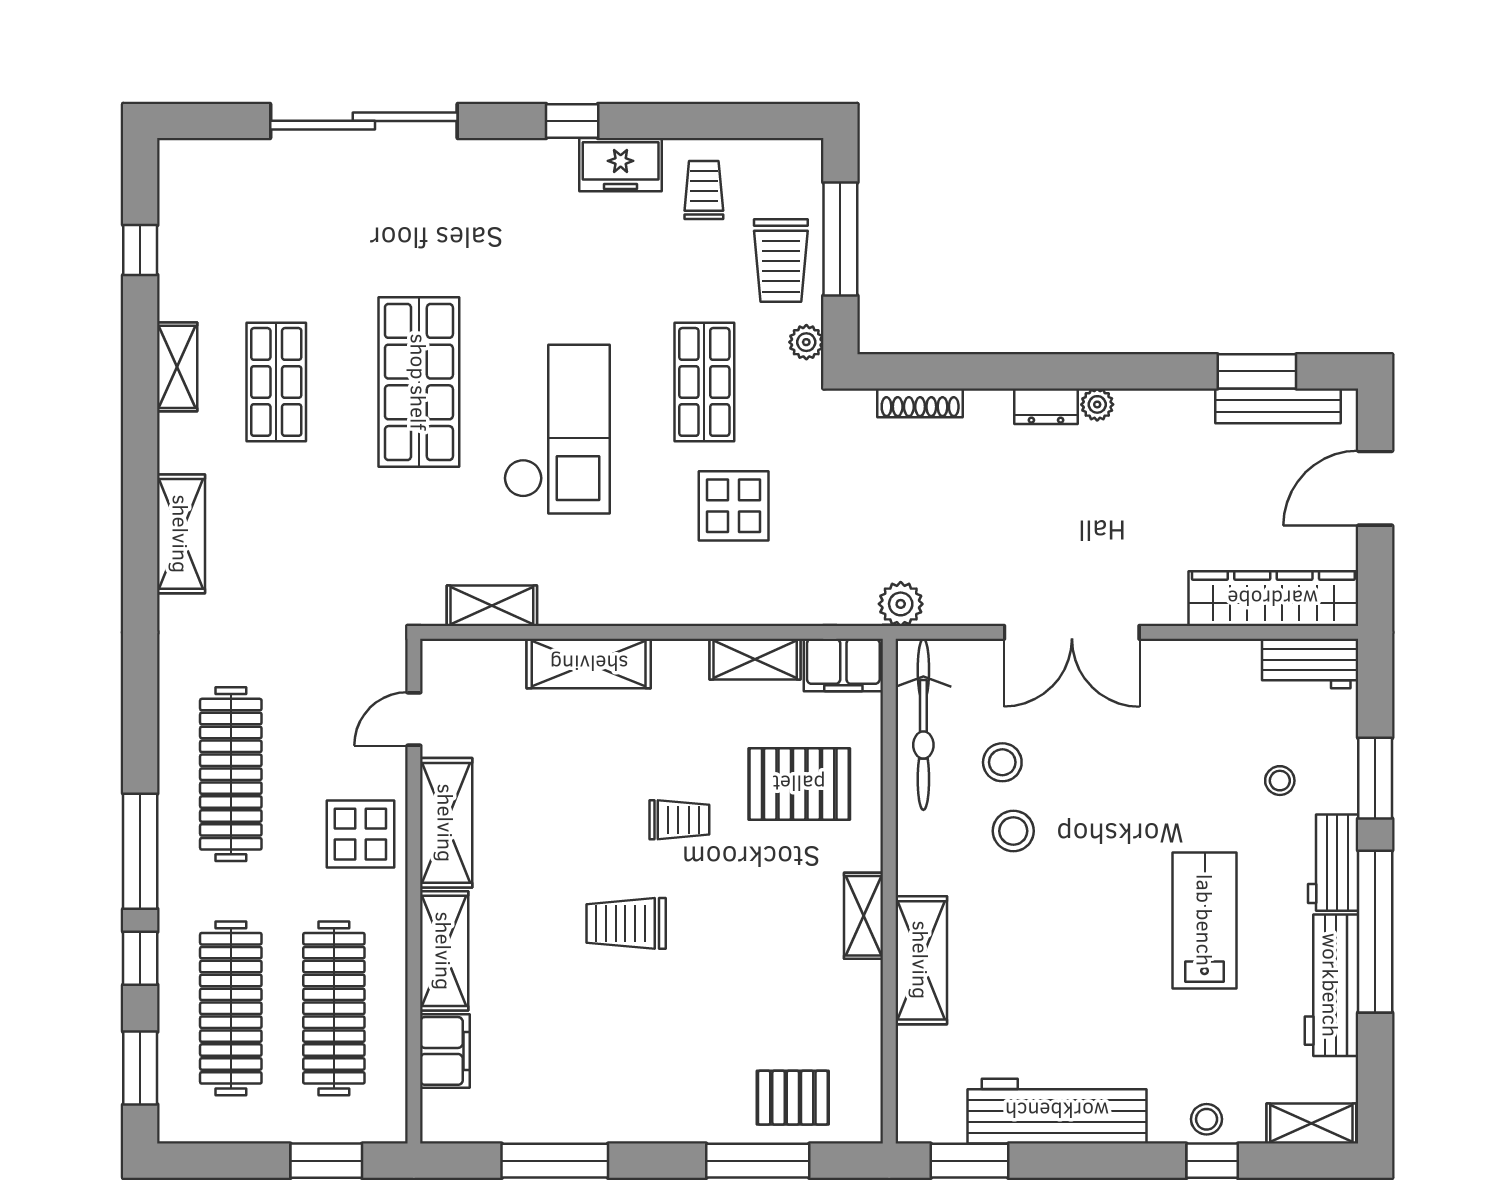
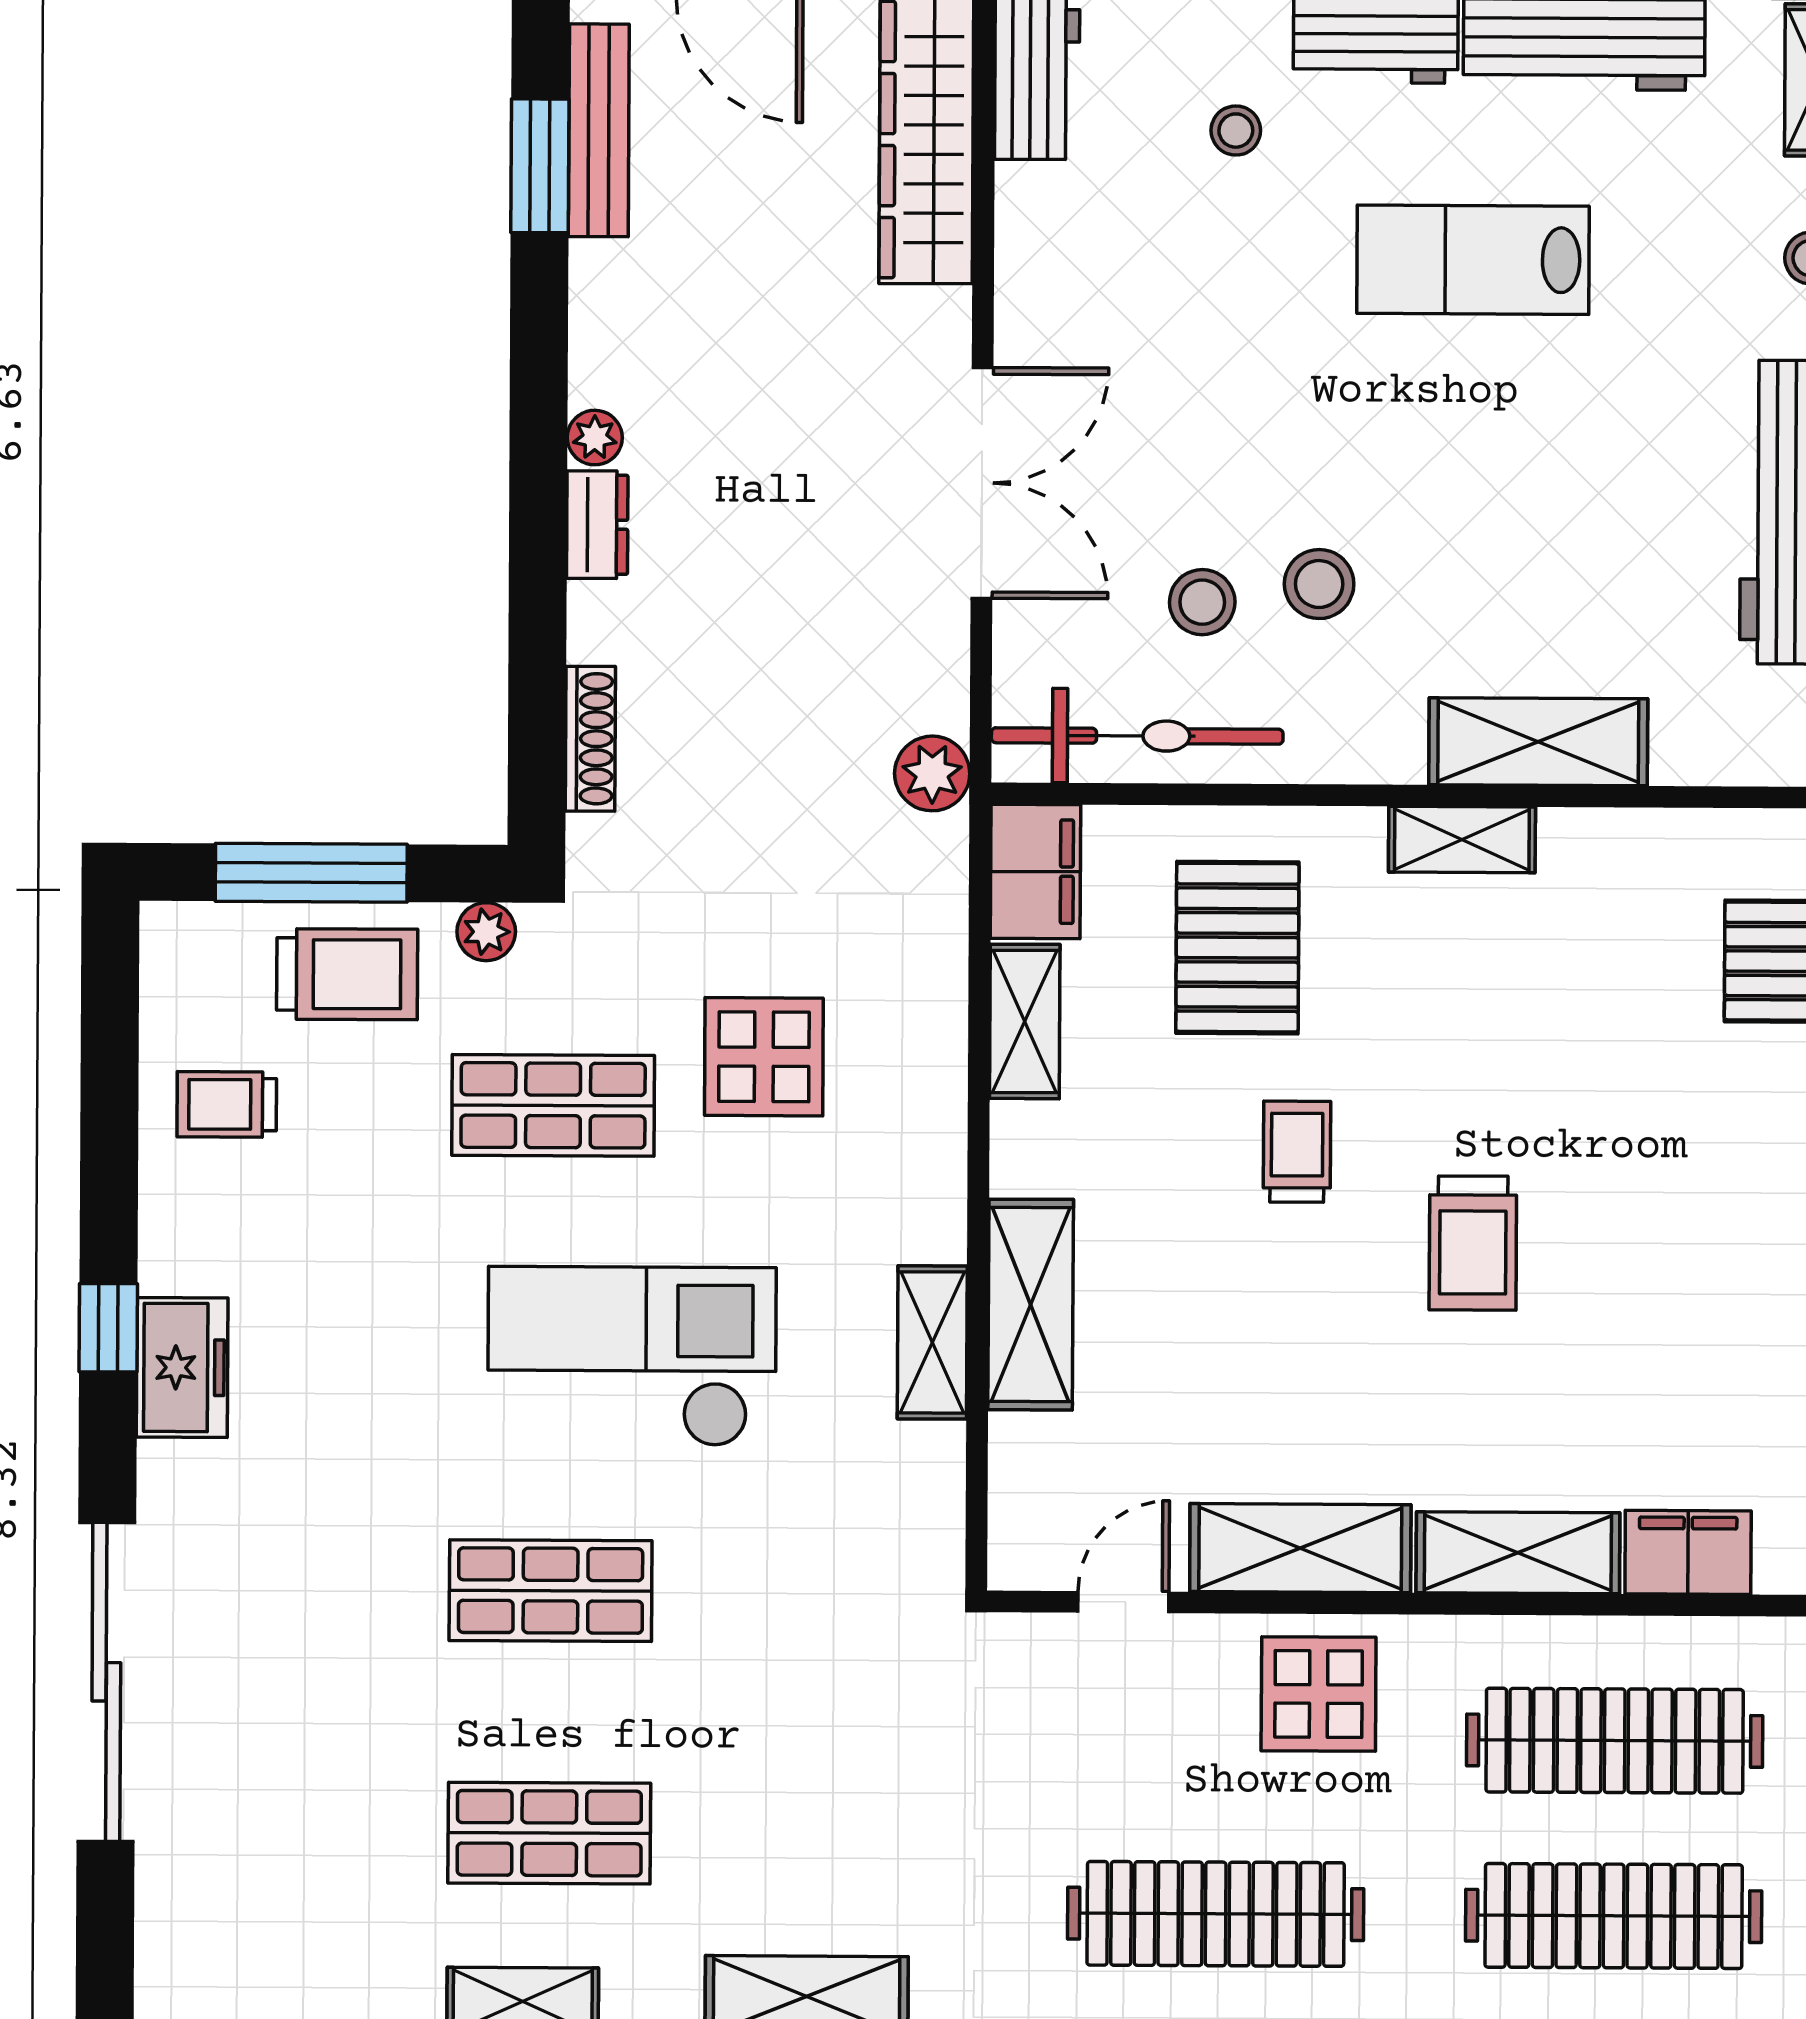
freezer: (621, 165) -> (182, 1368), moved
shop shelf: (419, 382) -> (551, 1591), width x0.70, depth x0.74
shelving: (492, 606) -> (932, 1342), moved
door: (414, 719) -> (1123, 1602), swing flipped

